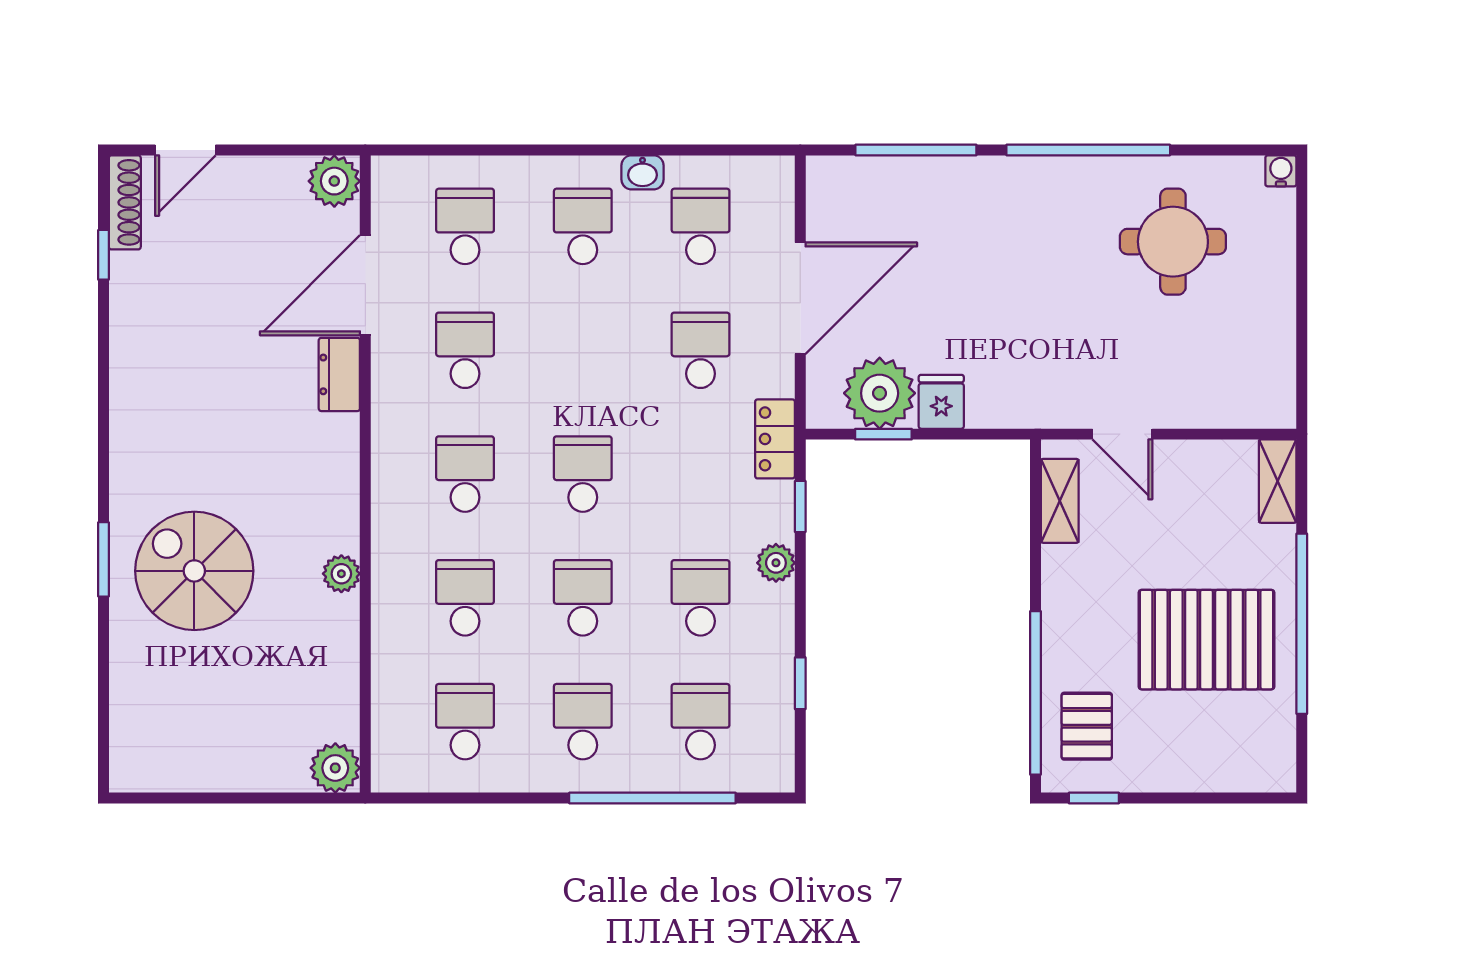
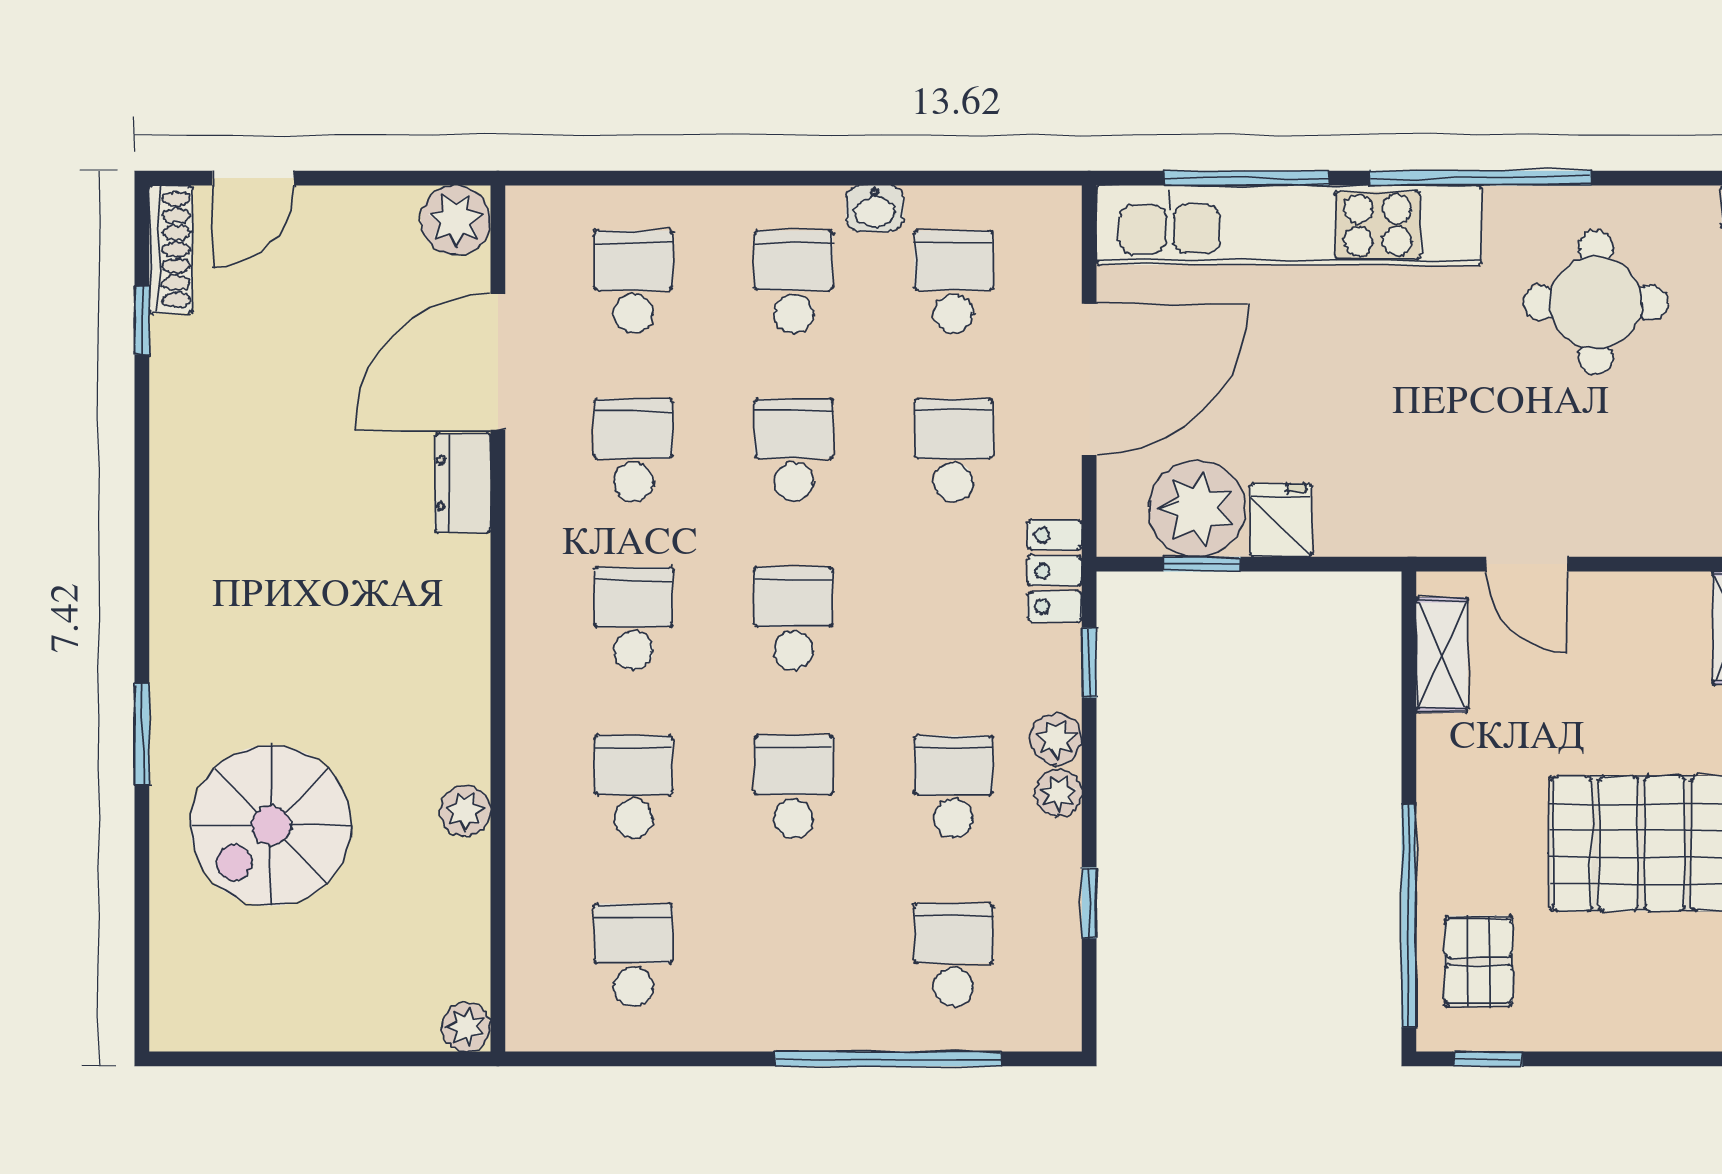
kitchen unit: (947, 185) -> (1289, 225), added
spiral stairs: (194, 571) -> (271, 826), moved, turned -90
plant: (341, 574) -> (465, 811), moved
plant: (778, 602) -> (1059, 793), added
school desk: (583, 722) -> (793, 450), moved
plant: (335, 768) -> (466, 1027), width x0.73, depth x0.73

